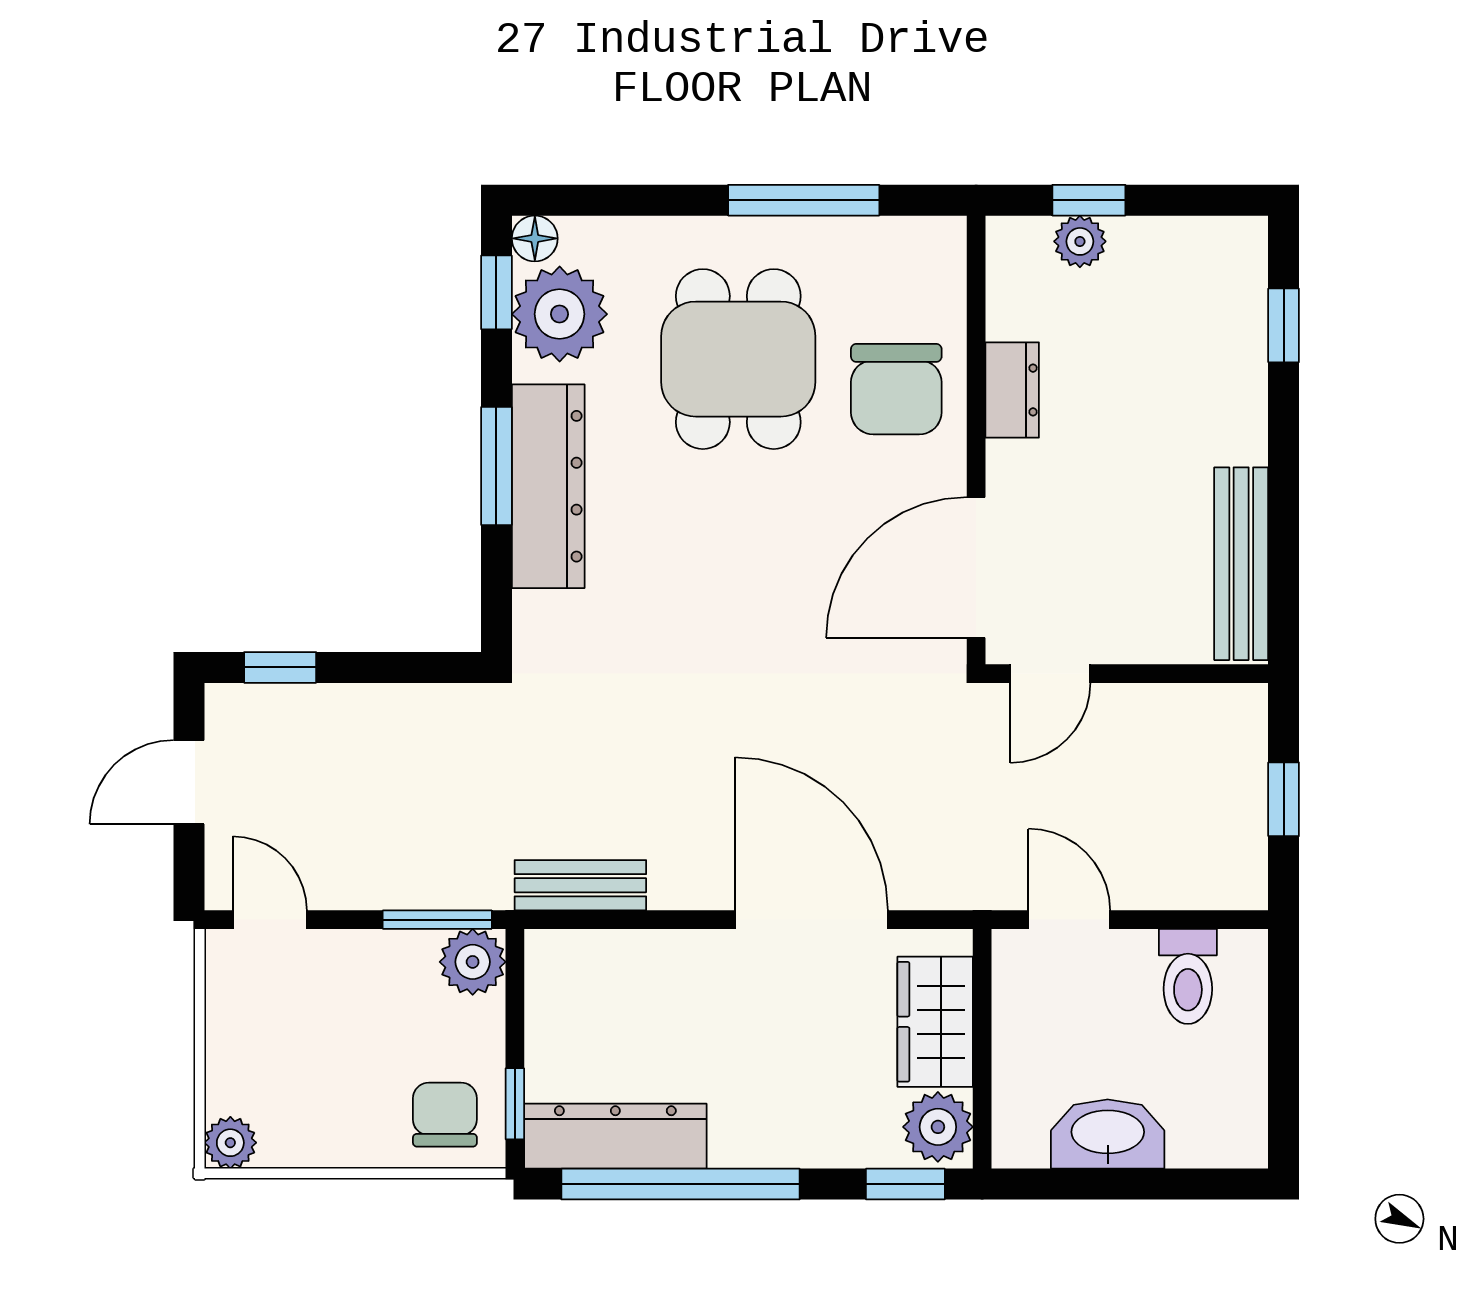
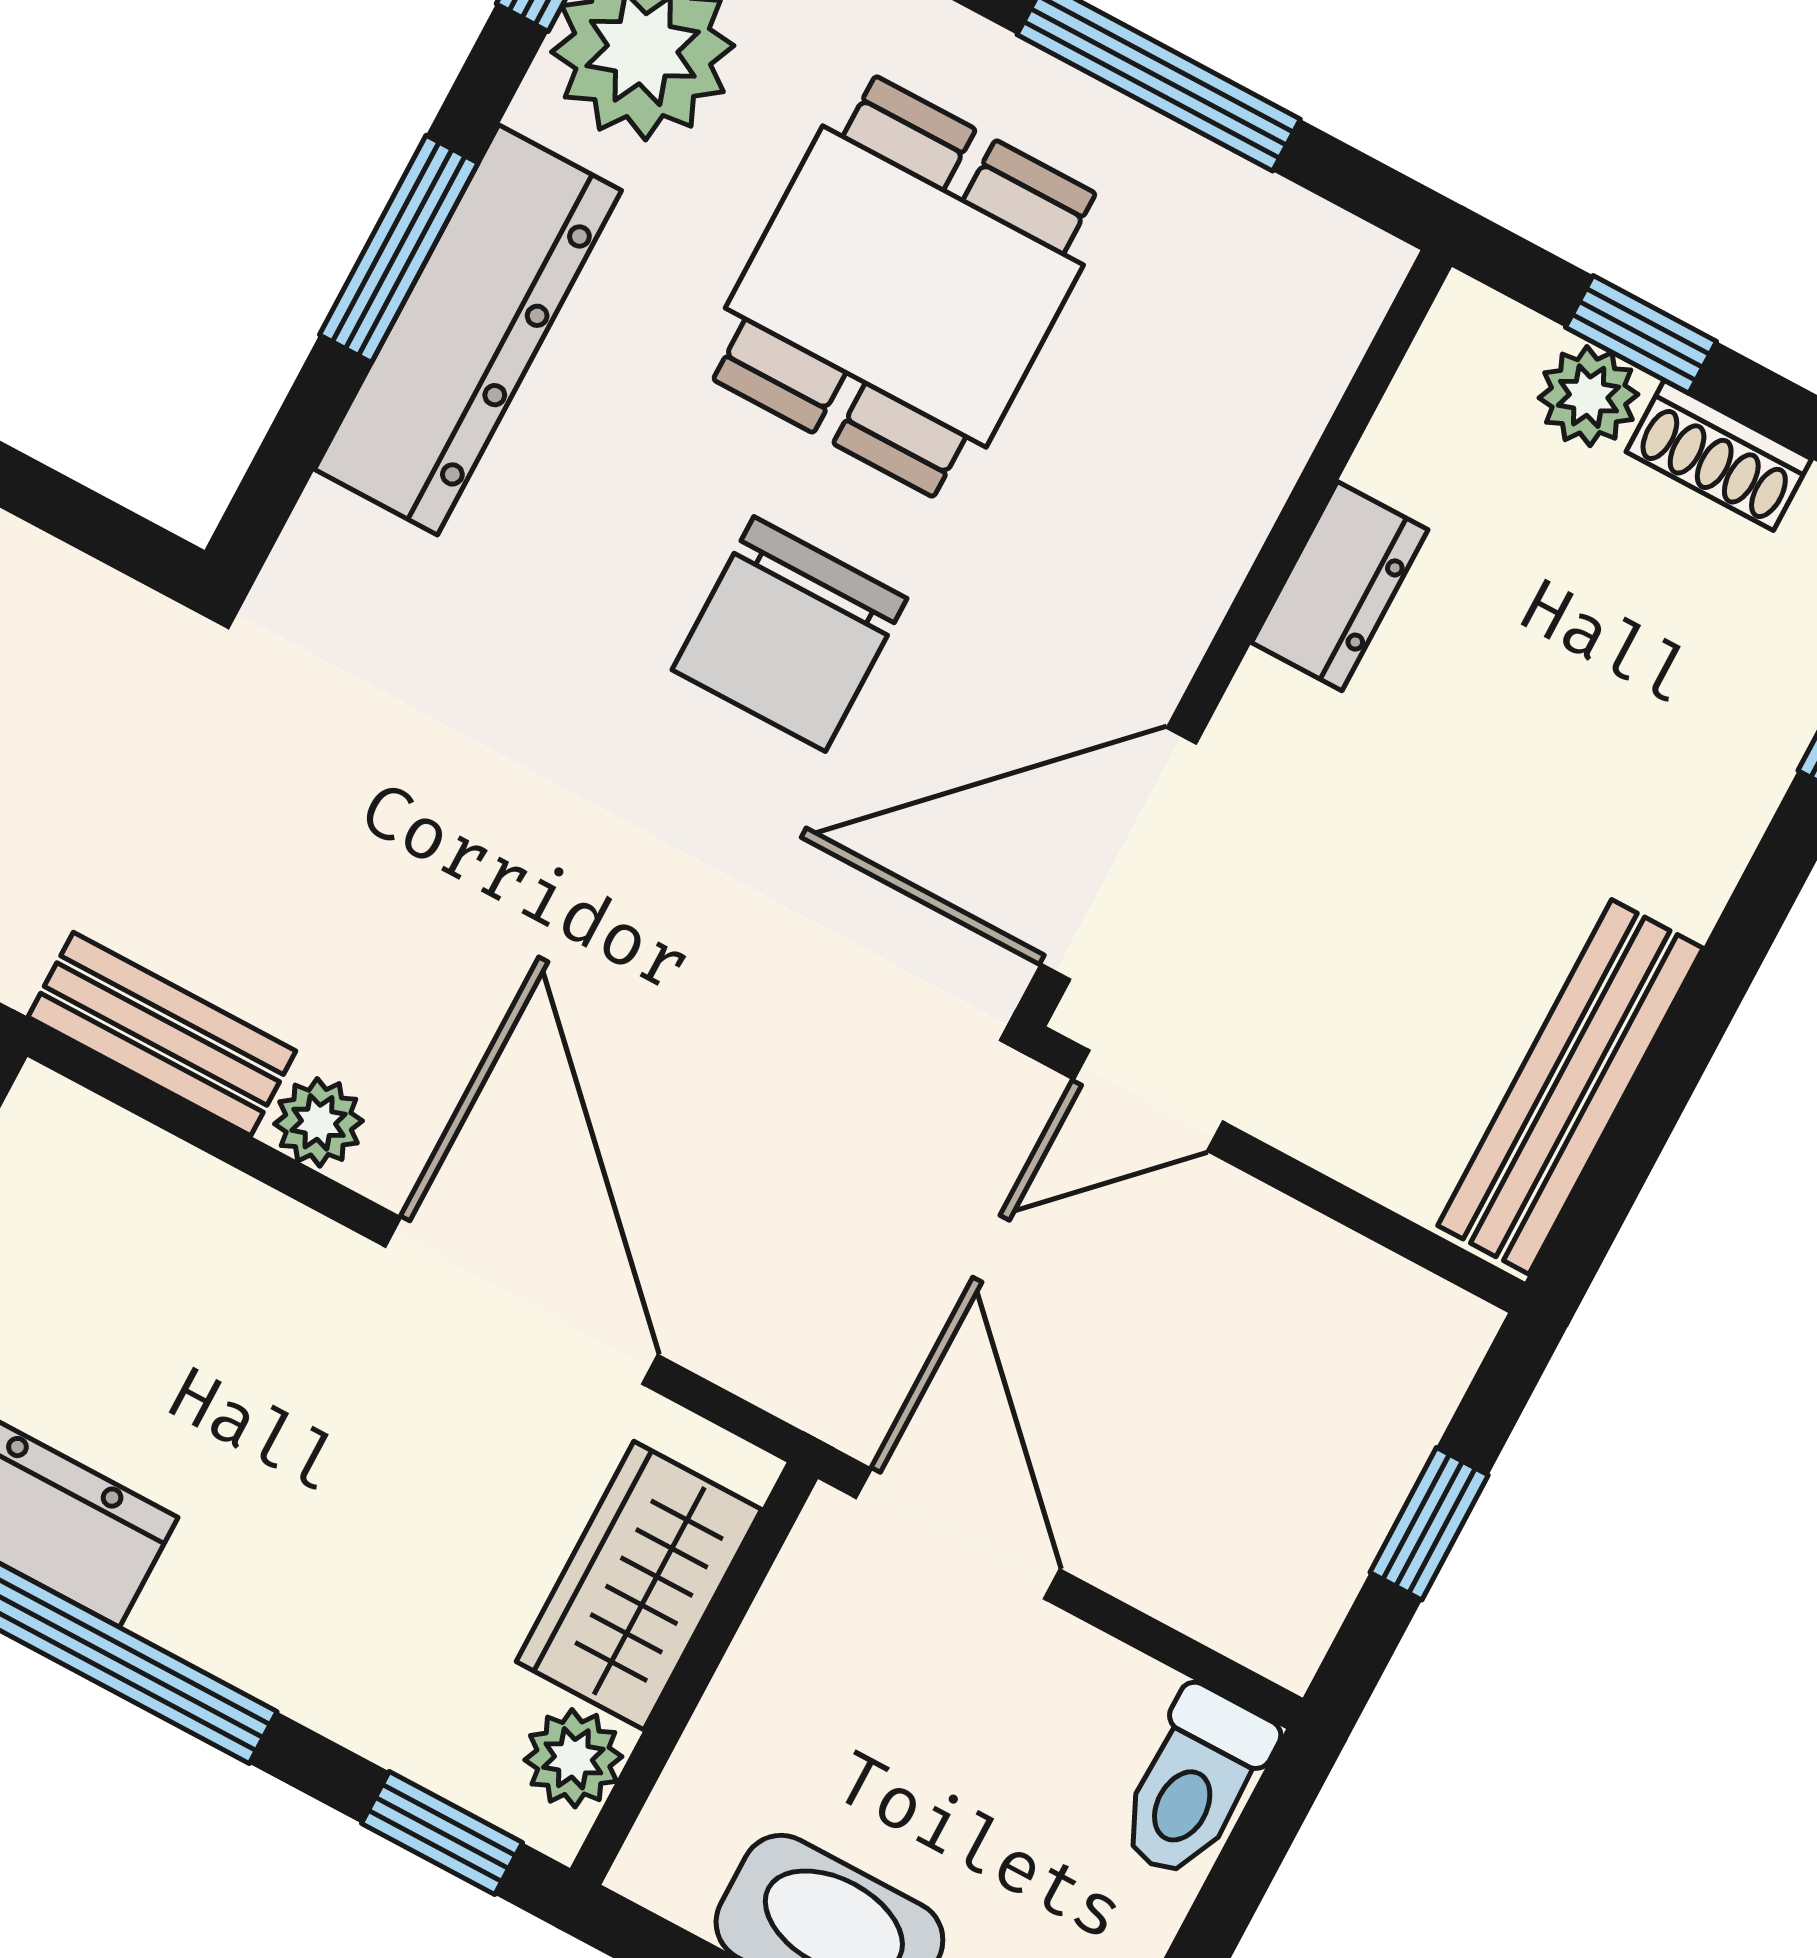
shoe rack: (1154, 237) -> (1719, 455), added
chair: (896, 389) -> (790, 634), moved
plant: (674, 887) -> (319, 1122), added
door: (1069, 920) -> (958, 1534), width x1.38
toilet: (1188, 976) -> (1194, 1783), moved
plant: (938, 1127) -> (573, 1758), width x0.73, depth x0.73

